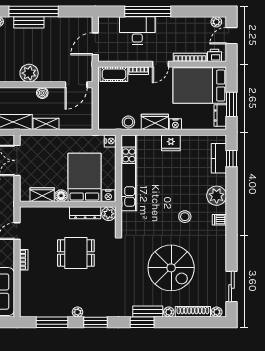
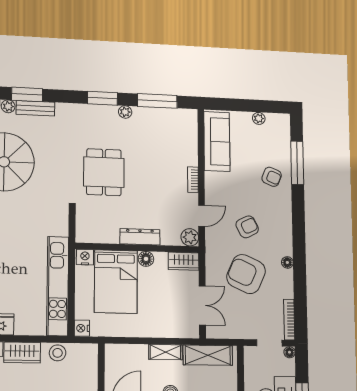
wardrobe: (42, 195) -> (184, 261), moved
dresser: (85, 213) -> (140, 237), moved
plant: (109, 214) -> (190, 237), moved
dining table: (76, 253) -> (104, 172), moved, turned 90
window: (142, 322) -> (27, 94), moved

